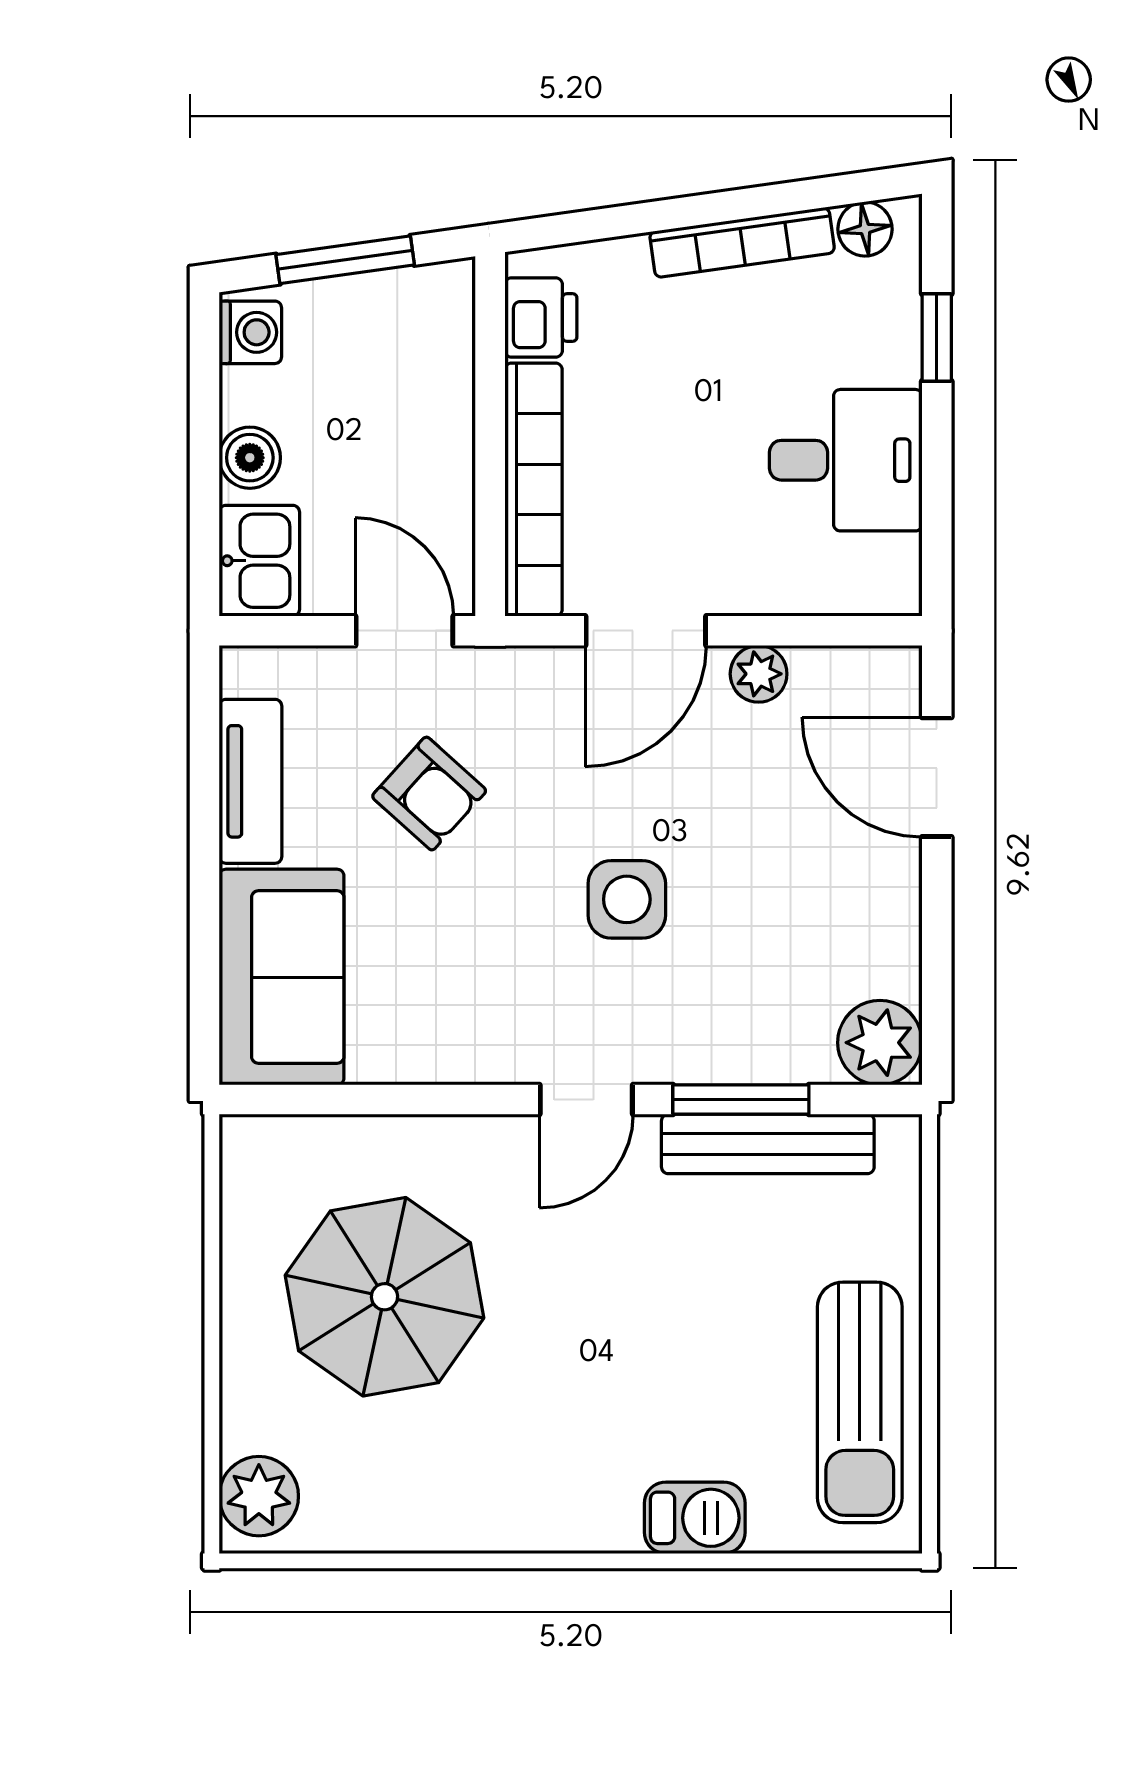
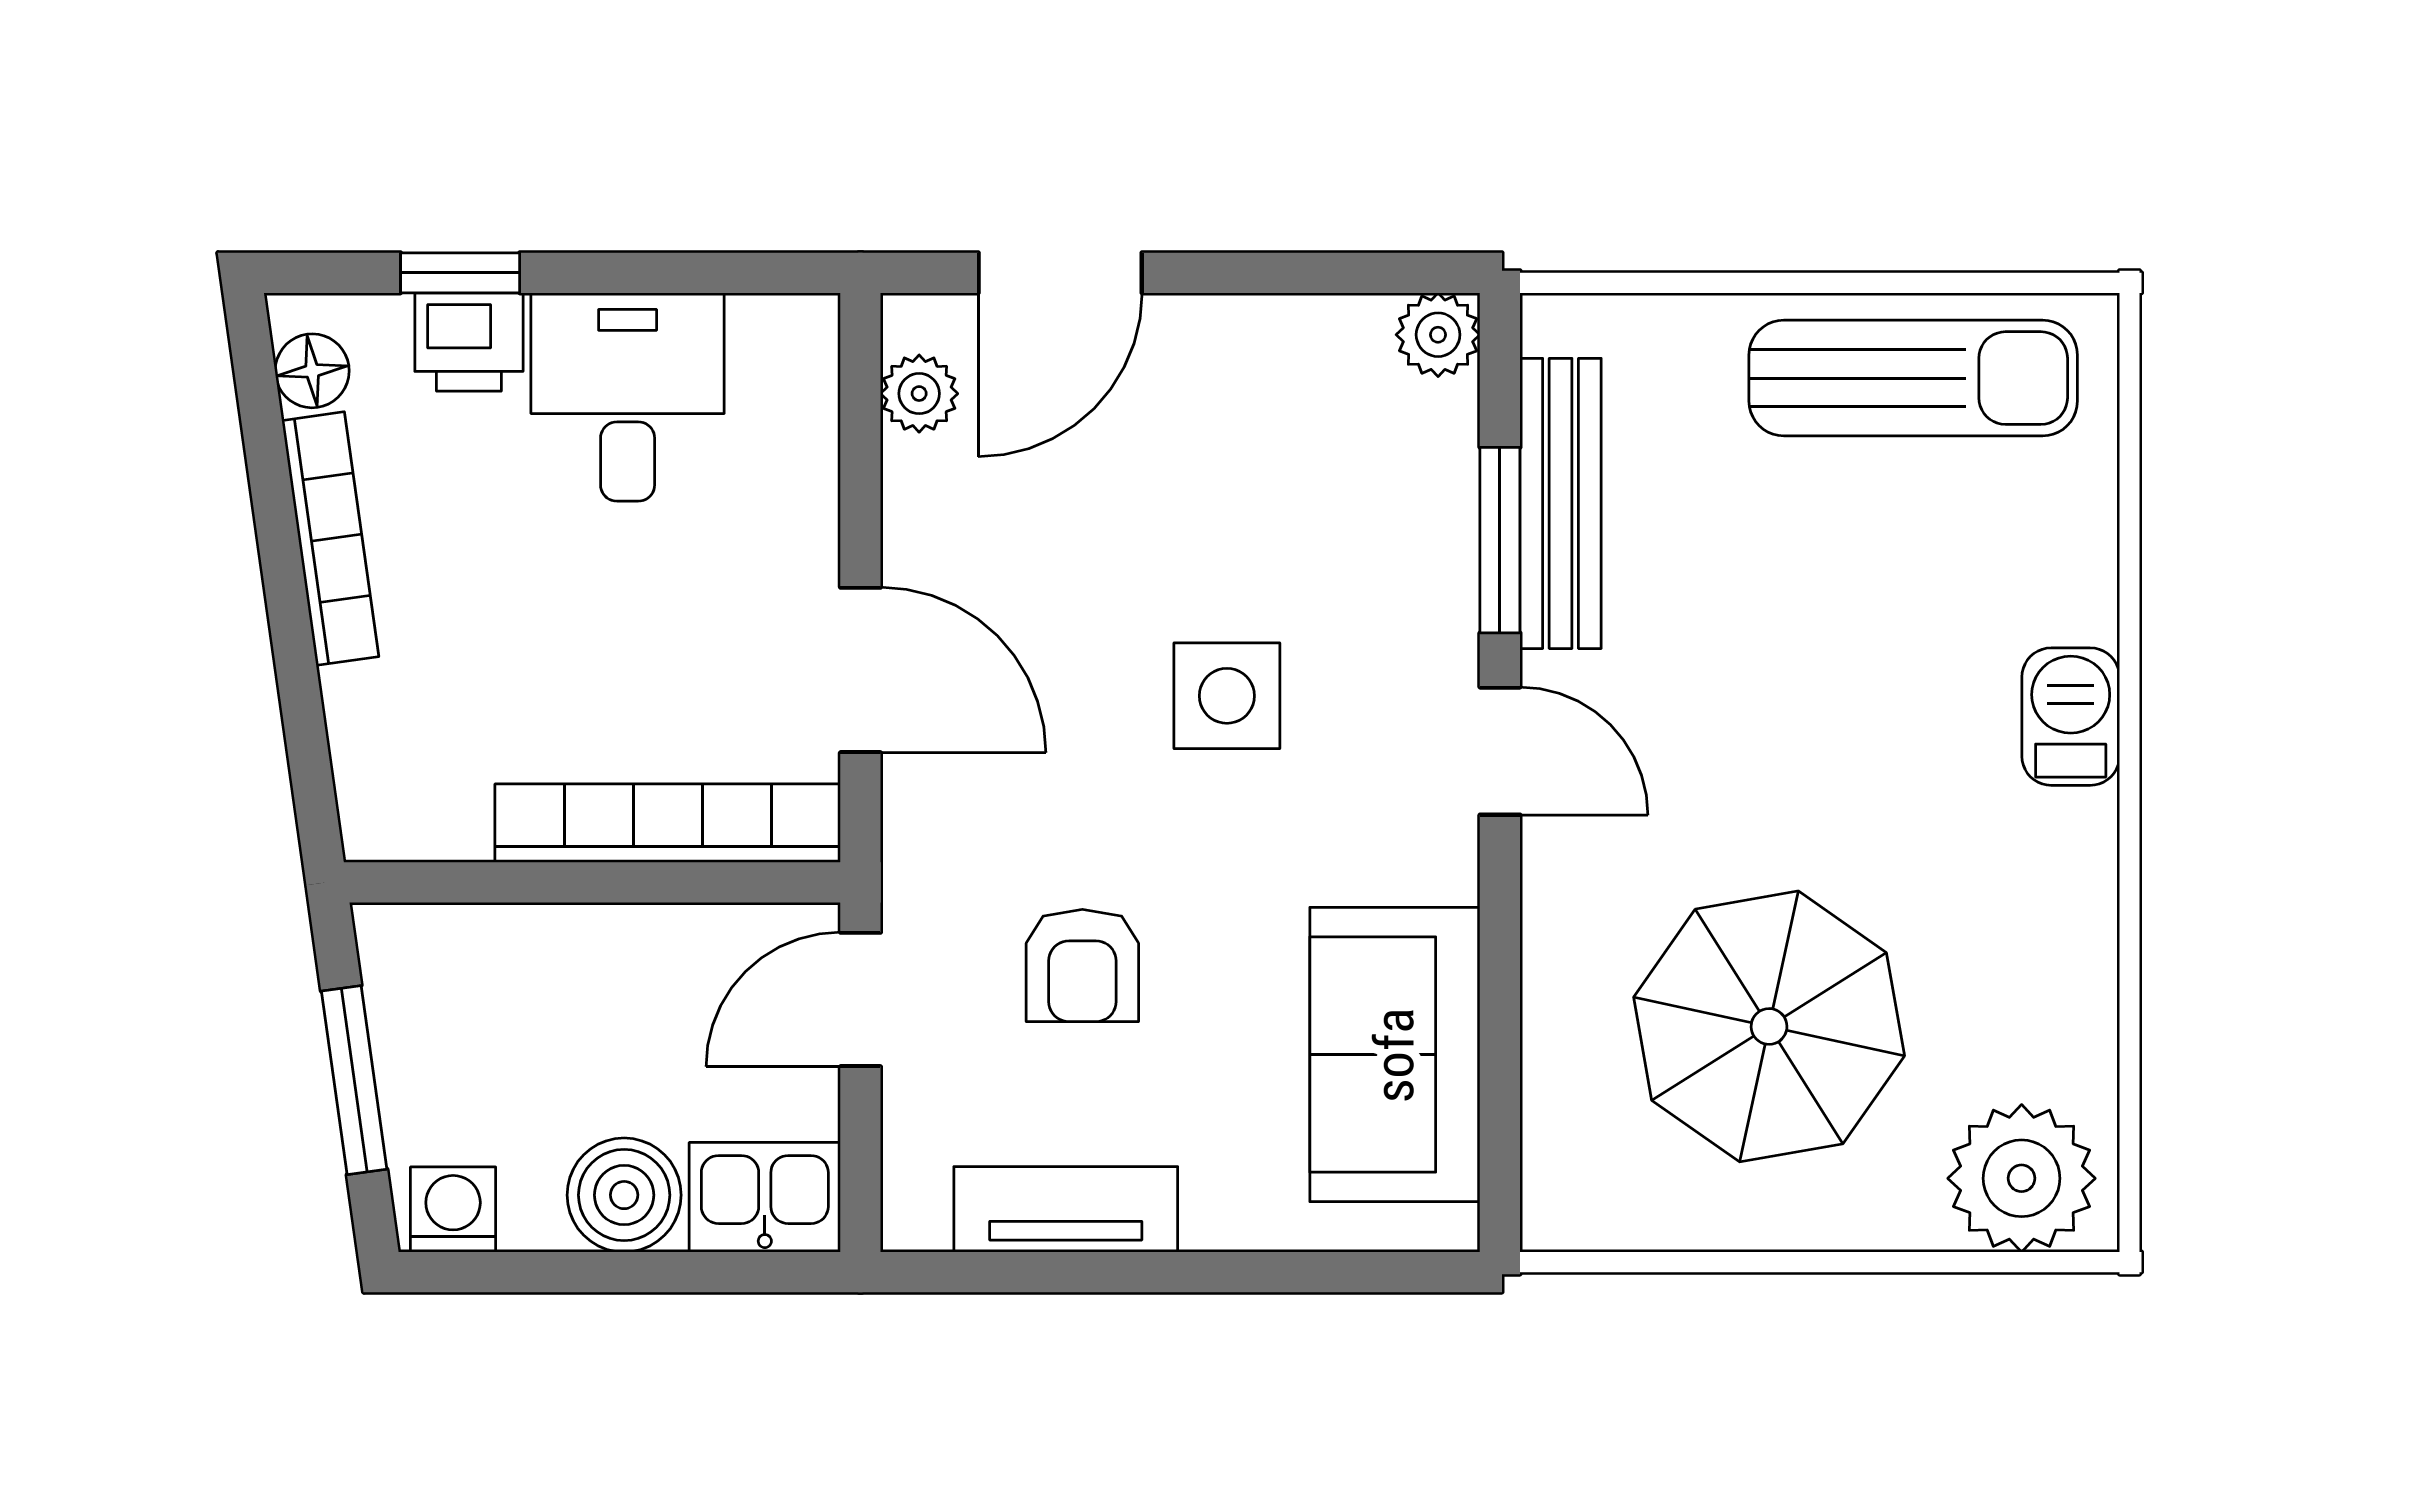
printer: (541, 317) -> (469, 342), moved, turned 180
boiler: (250, 458) -> (624, 1195), width x1.36, depth x1.36
plant: (759, 674) -> (919, 394), moved
armchair: (429, 794) -> (1082, 966), turned 138
sofa: (282, 977) -> (1395, 1055), moved, turned -90
plant: (880, 1043) -> (1438, 335), width x0.73, depth x0.73
plant: (259, 1496) -> (2022, 1178), width x1.36, depth x1.36
barbecue: (695, 1518) -> (2071, 717), moved

